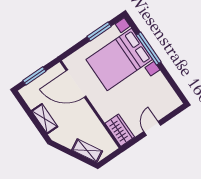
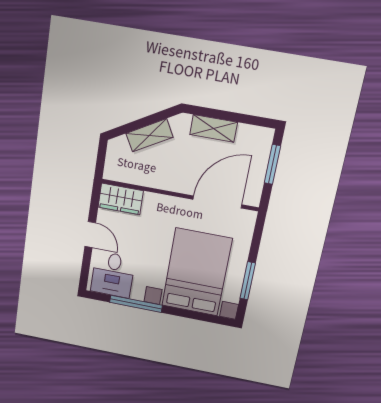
window: (149, 48) -> (136, 304), moved
desk: (162, 98) -> (113, 275), added
shelving: (87, 151) -> (149, 135), moved

